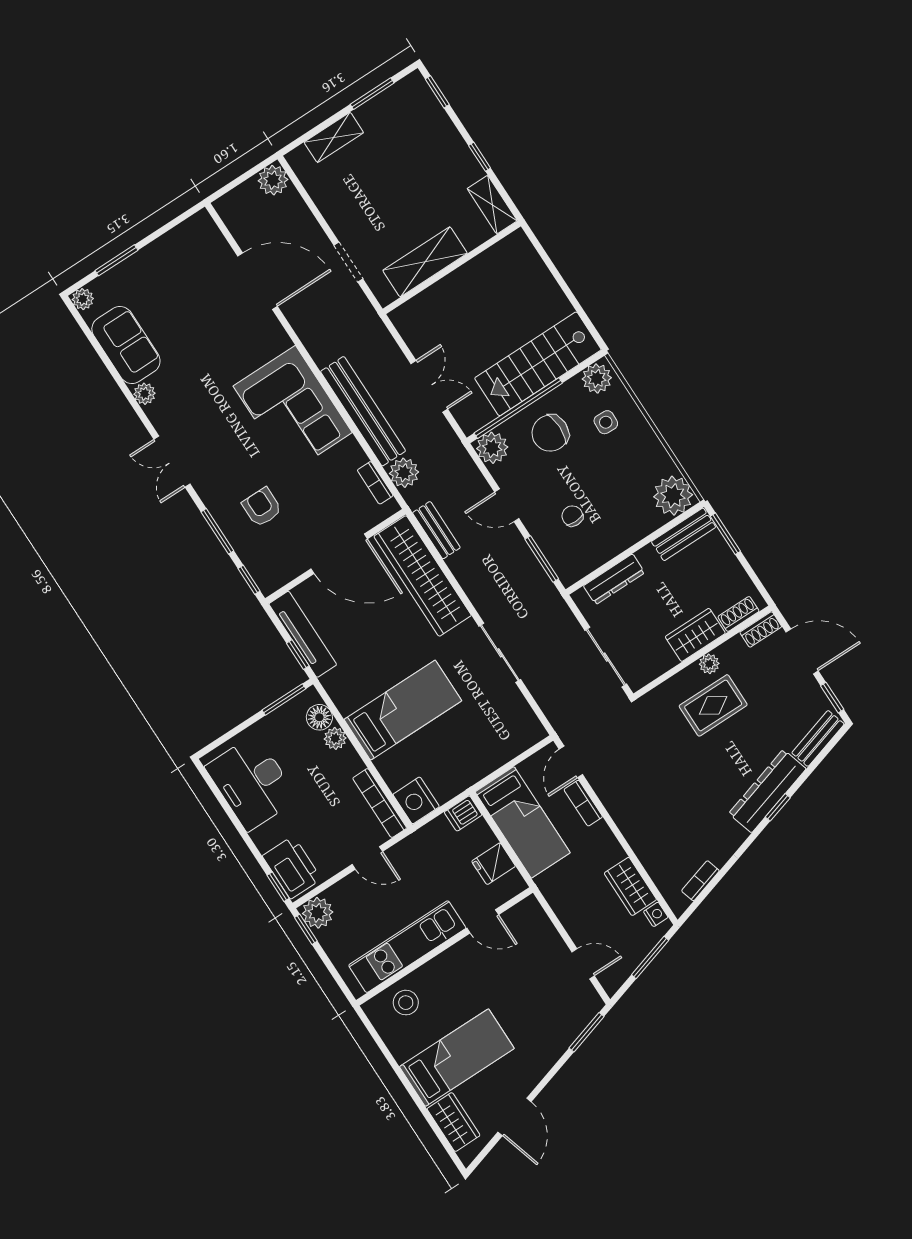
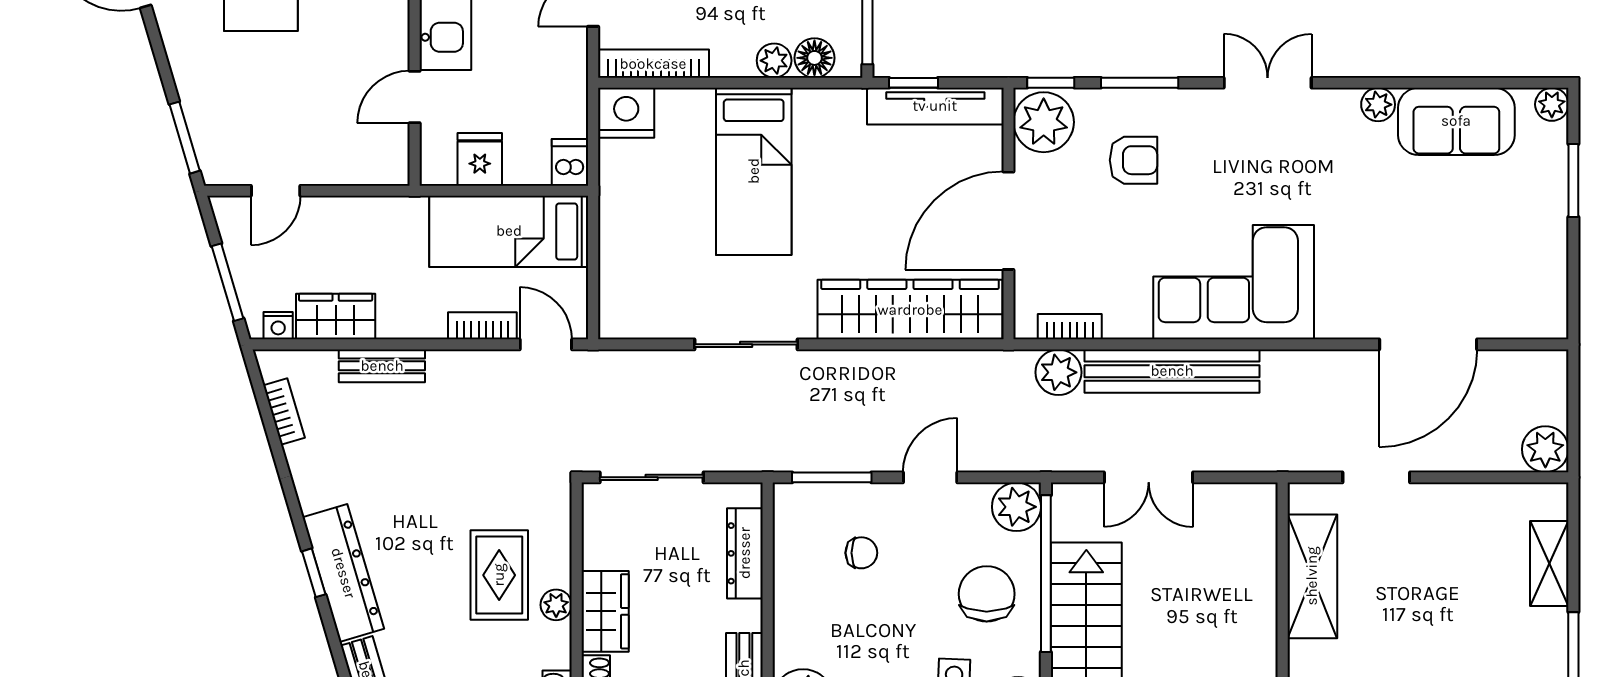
bench: (436, 530) -> (382, 366), moved
plant: (273, 570) -> (1044, 122), added

